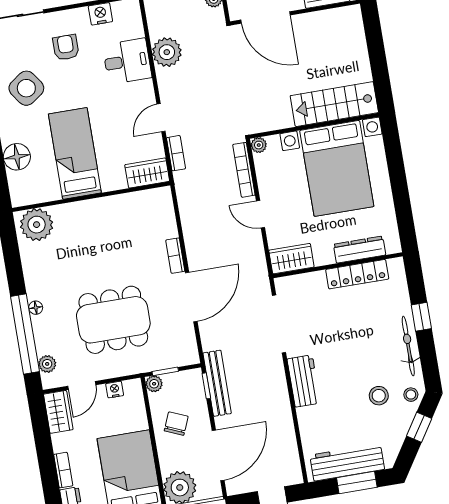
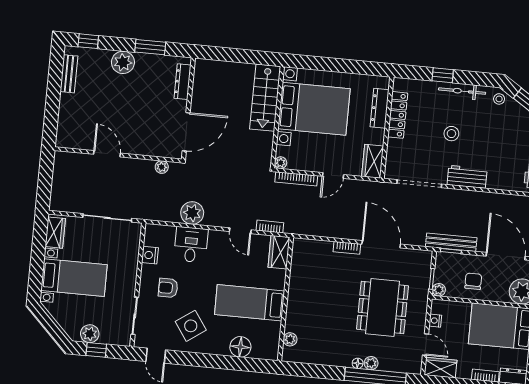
plant: (37, 225) -> (290, 339), width x0.53, depth x0.53
plant: (47, 364) -> (371, 363), moved
stool: (379, 396) -> (451, 134), moved
chair: (176, 424) -> (473, 281), turned 67

